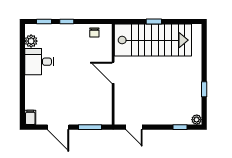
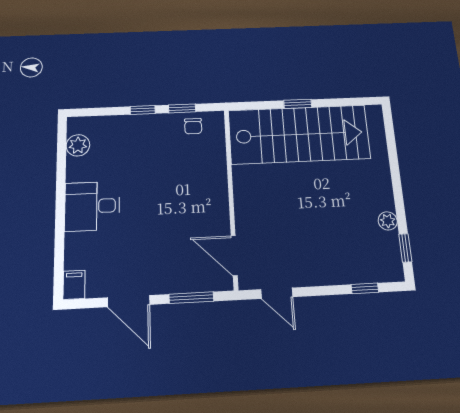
window: (44, 22) -> (182, 108), moved
desk: (39, 62) -> (92, 206), moved
door: (113, 73) -> (234, 256), moved
window: (204, 89) -> (405, 248), moved
plant: (197, 120) -> (388, 221), moved

